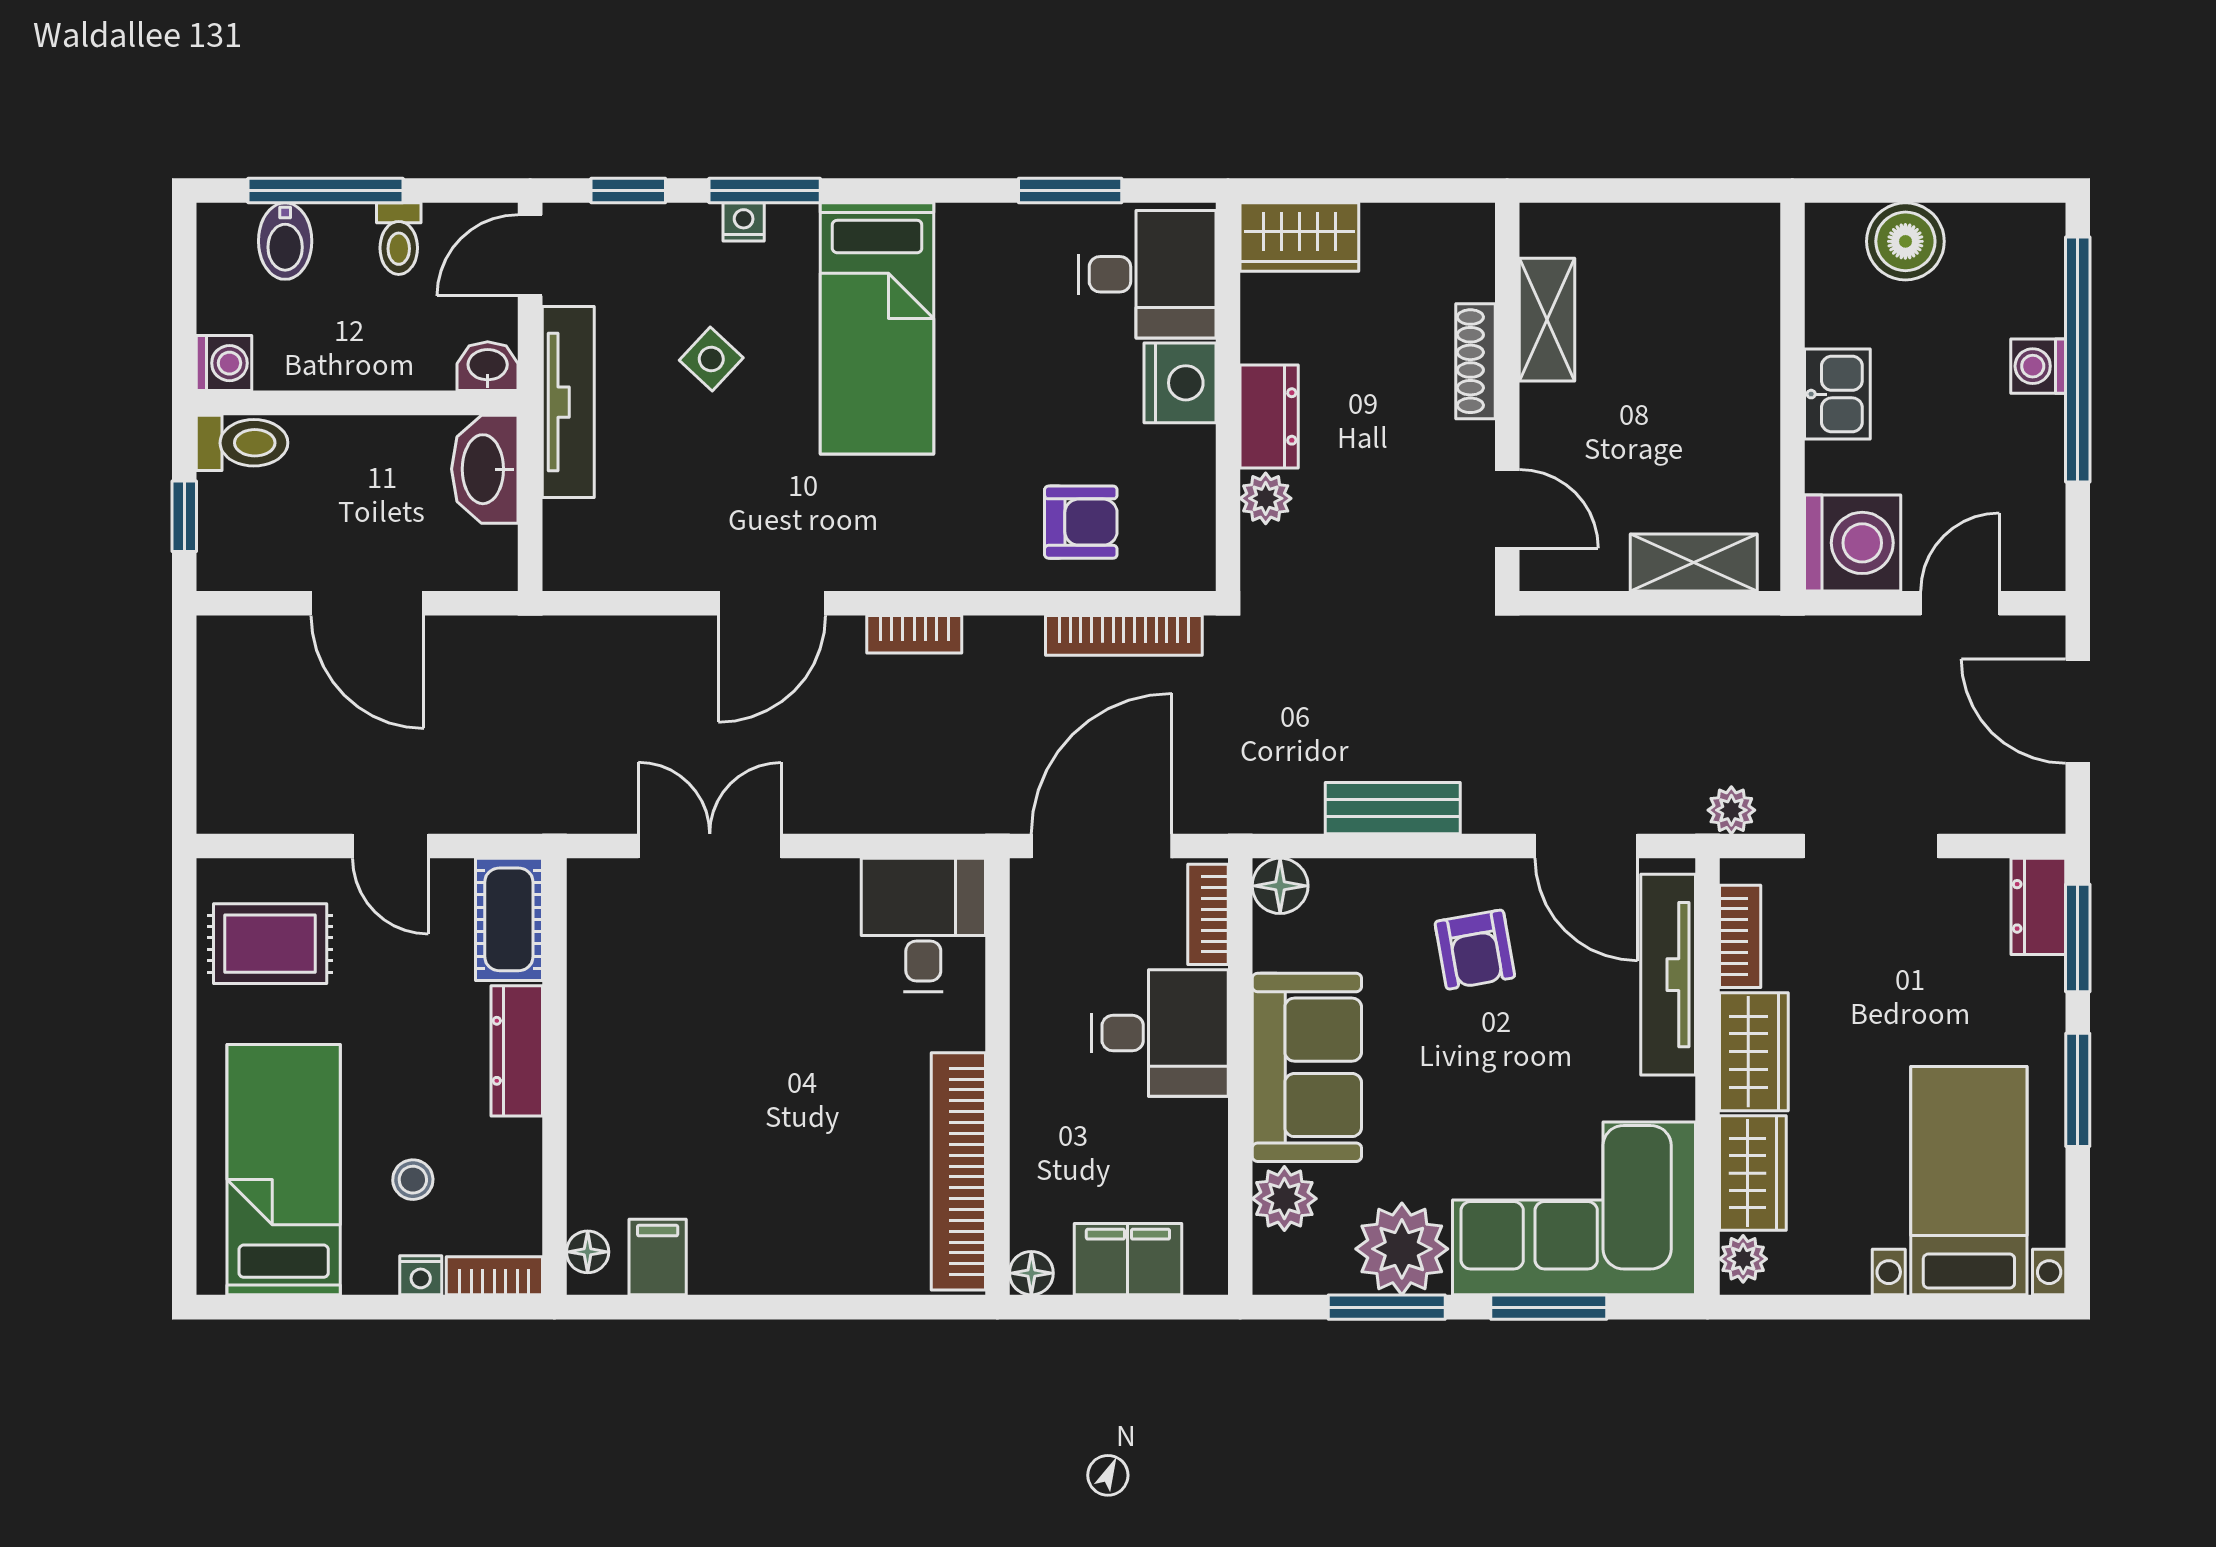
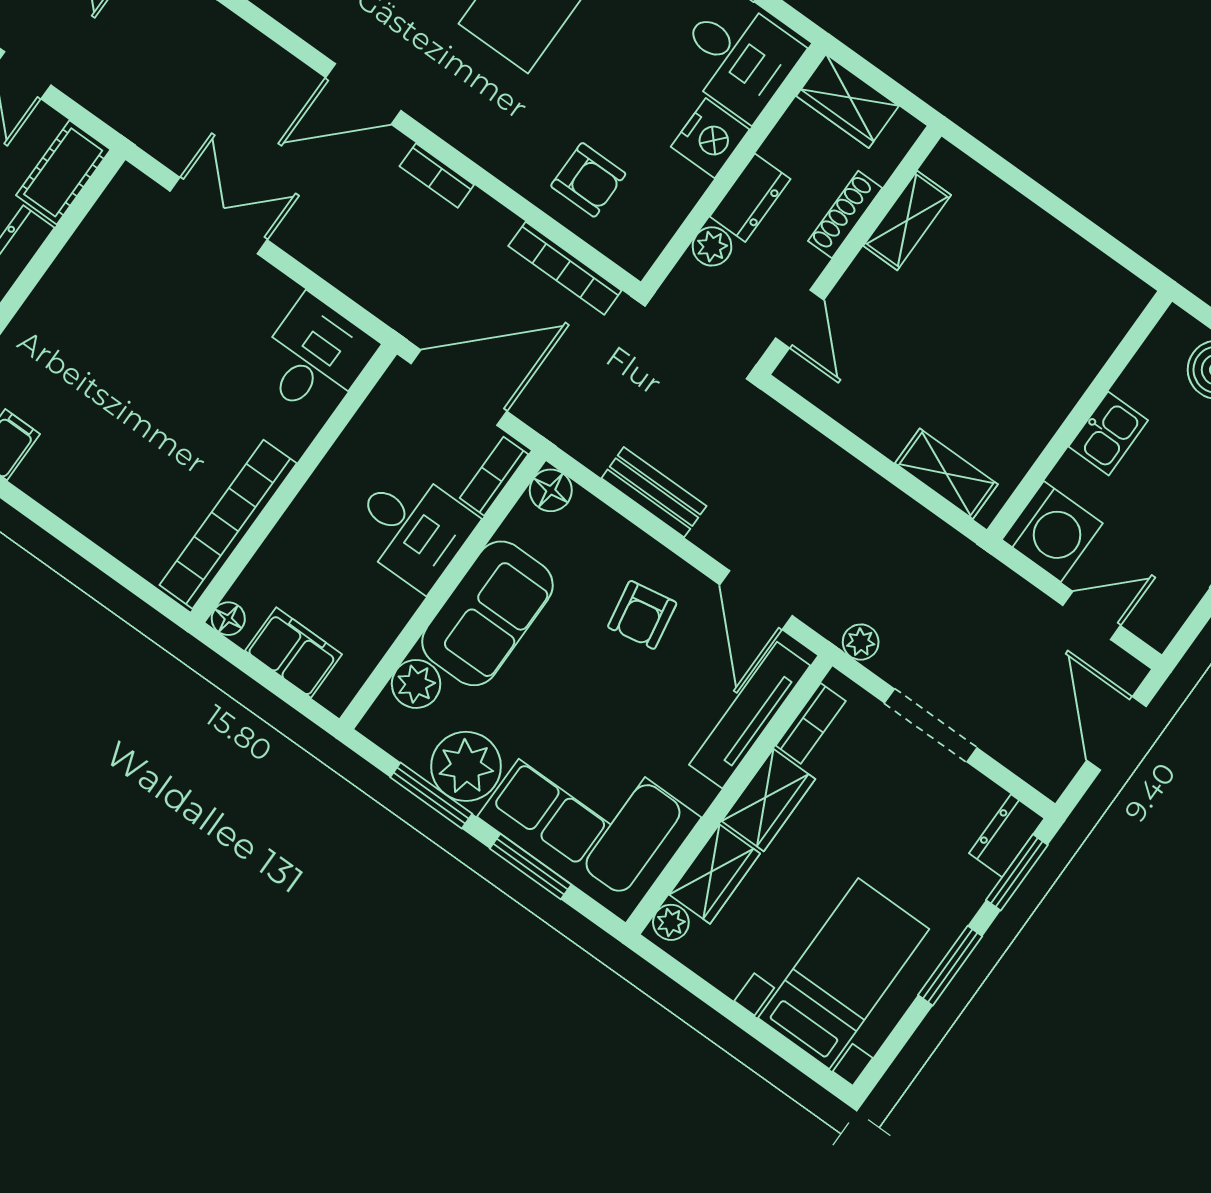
shelving: (1547, 320) -> (907, 220), moved
shoe rack: (1475, 361) -> (845, 214), moved
wall: (1507, 397) -> (849, 250), moved
door: (1507, 509) -> (800, 319), moved

